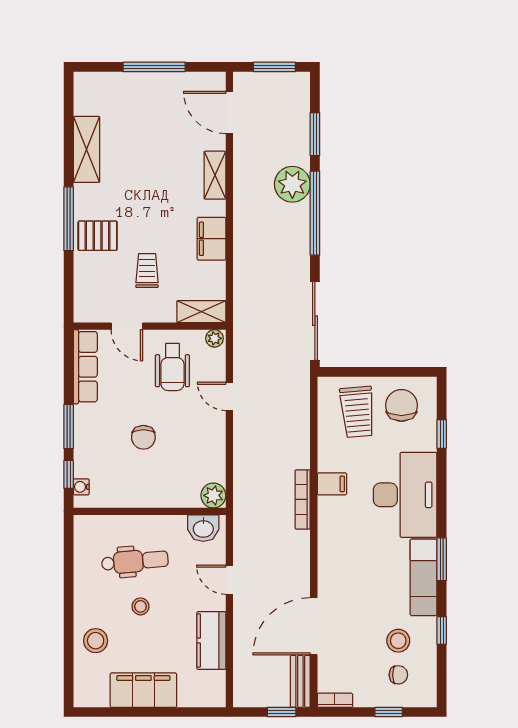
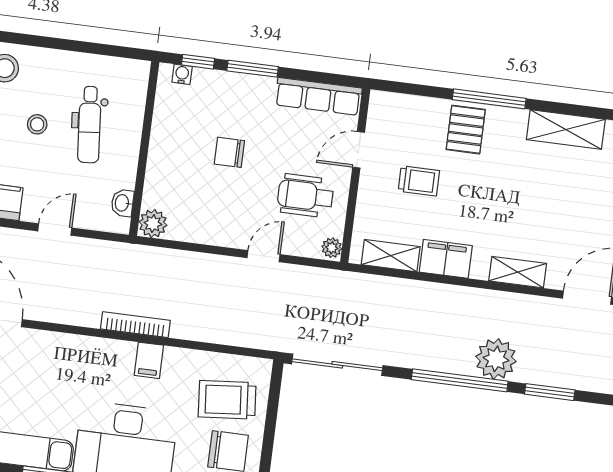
shelving: (201, 312) -> (391, 256), moved, turned 90
washbasin: (203, 528) -> (122, 203), width x0.72, depth x0.69

